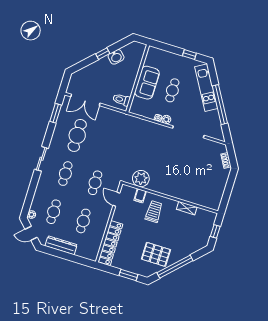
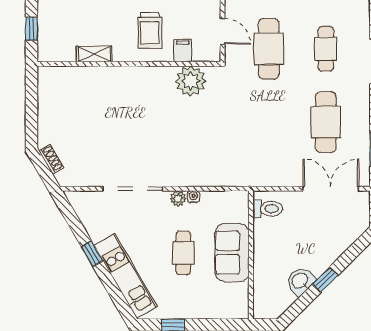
window: (220, 105) -> (92, 254), width x0.32
cafe table: (95, 183) -> (269, 49), width x1.37, depth x1.35

